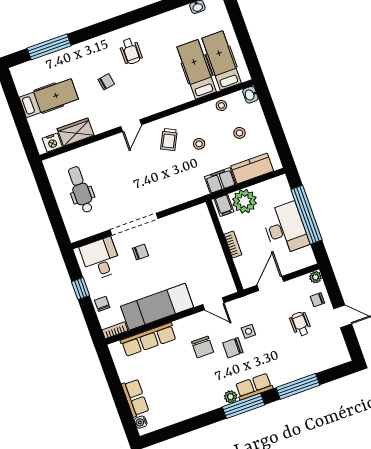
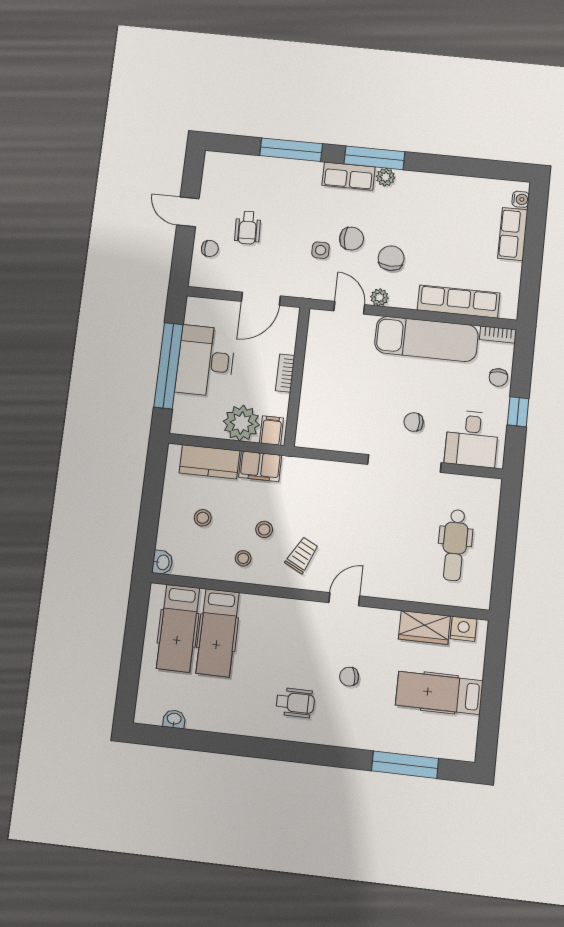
wheelchair: (131, 51) -> (295, 703), turned 90
stool: (221, 106) -> (243, 558), moved
plant: (316, 277) -> (379, 297), moved

